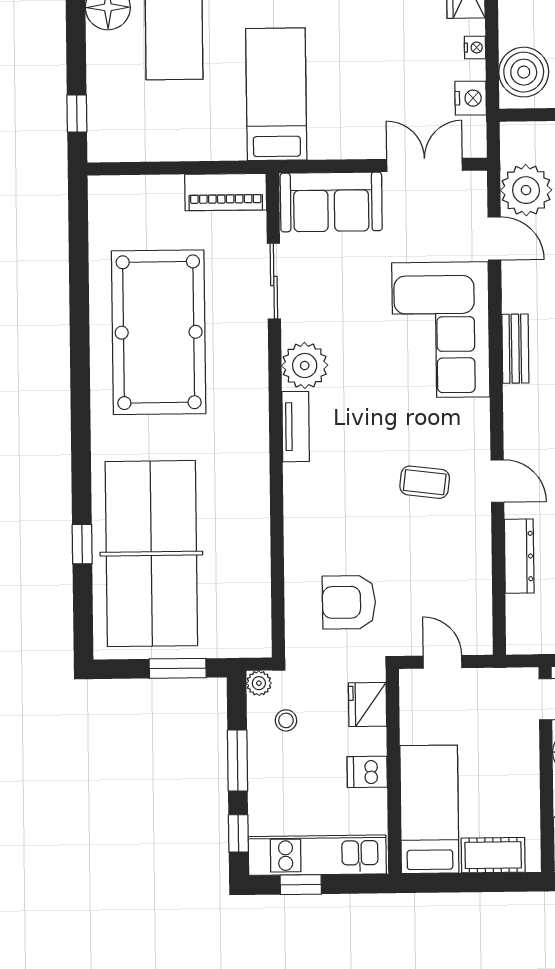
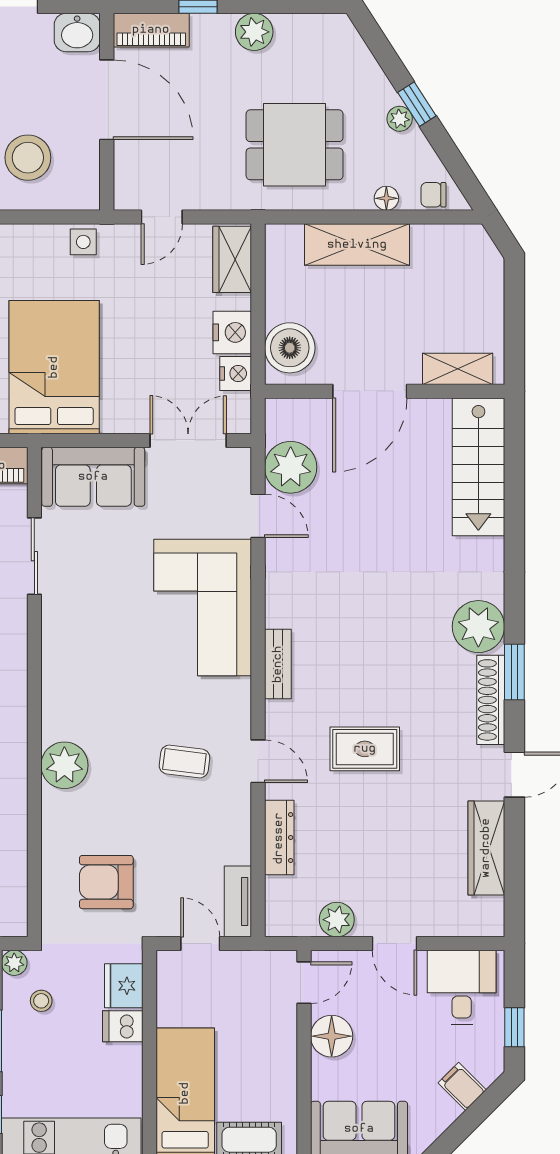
nightstand: (475, 48) -> (232, 332), width x1.89, depth x1.79
bed: (276, 94) -> (54, 367), width x1.50
bench: (515, 349) -> (278, 664), moved
plant: (305, 366) -> (64, 765), moved
tv unit: (296, 427) -> (238, 901), moved, turned 180
dishwasher: (367, 772) -> (123, 1026), moved

